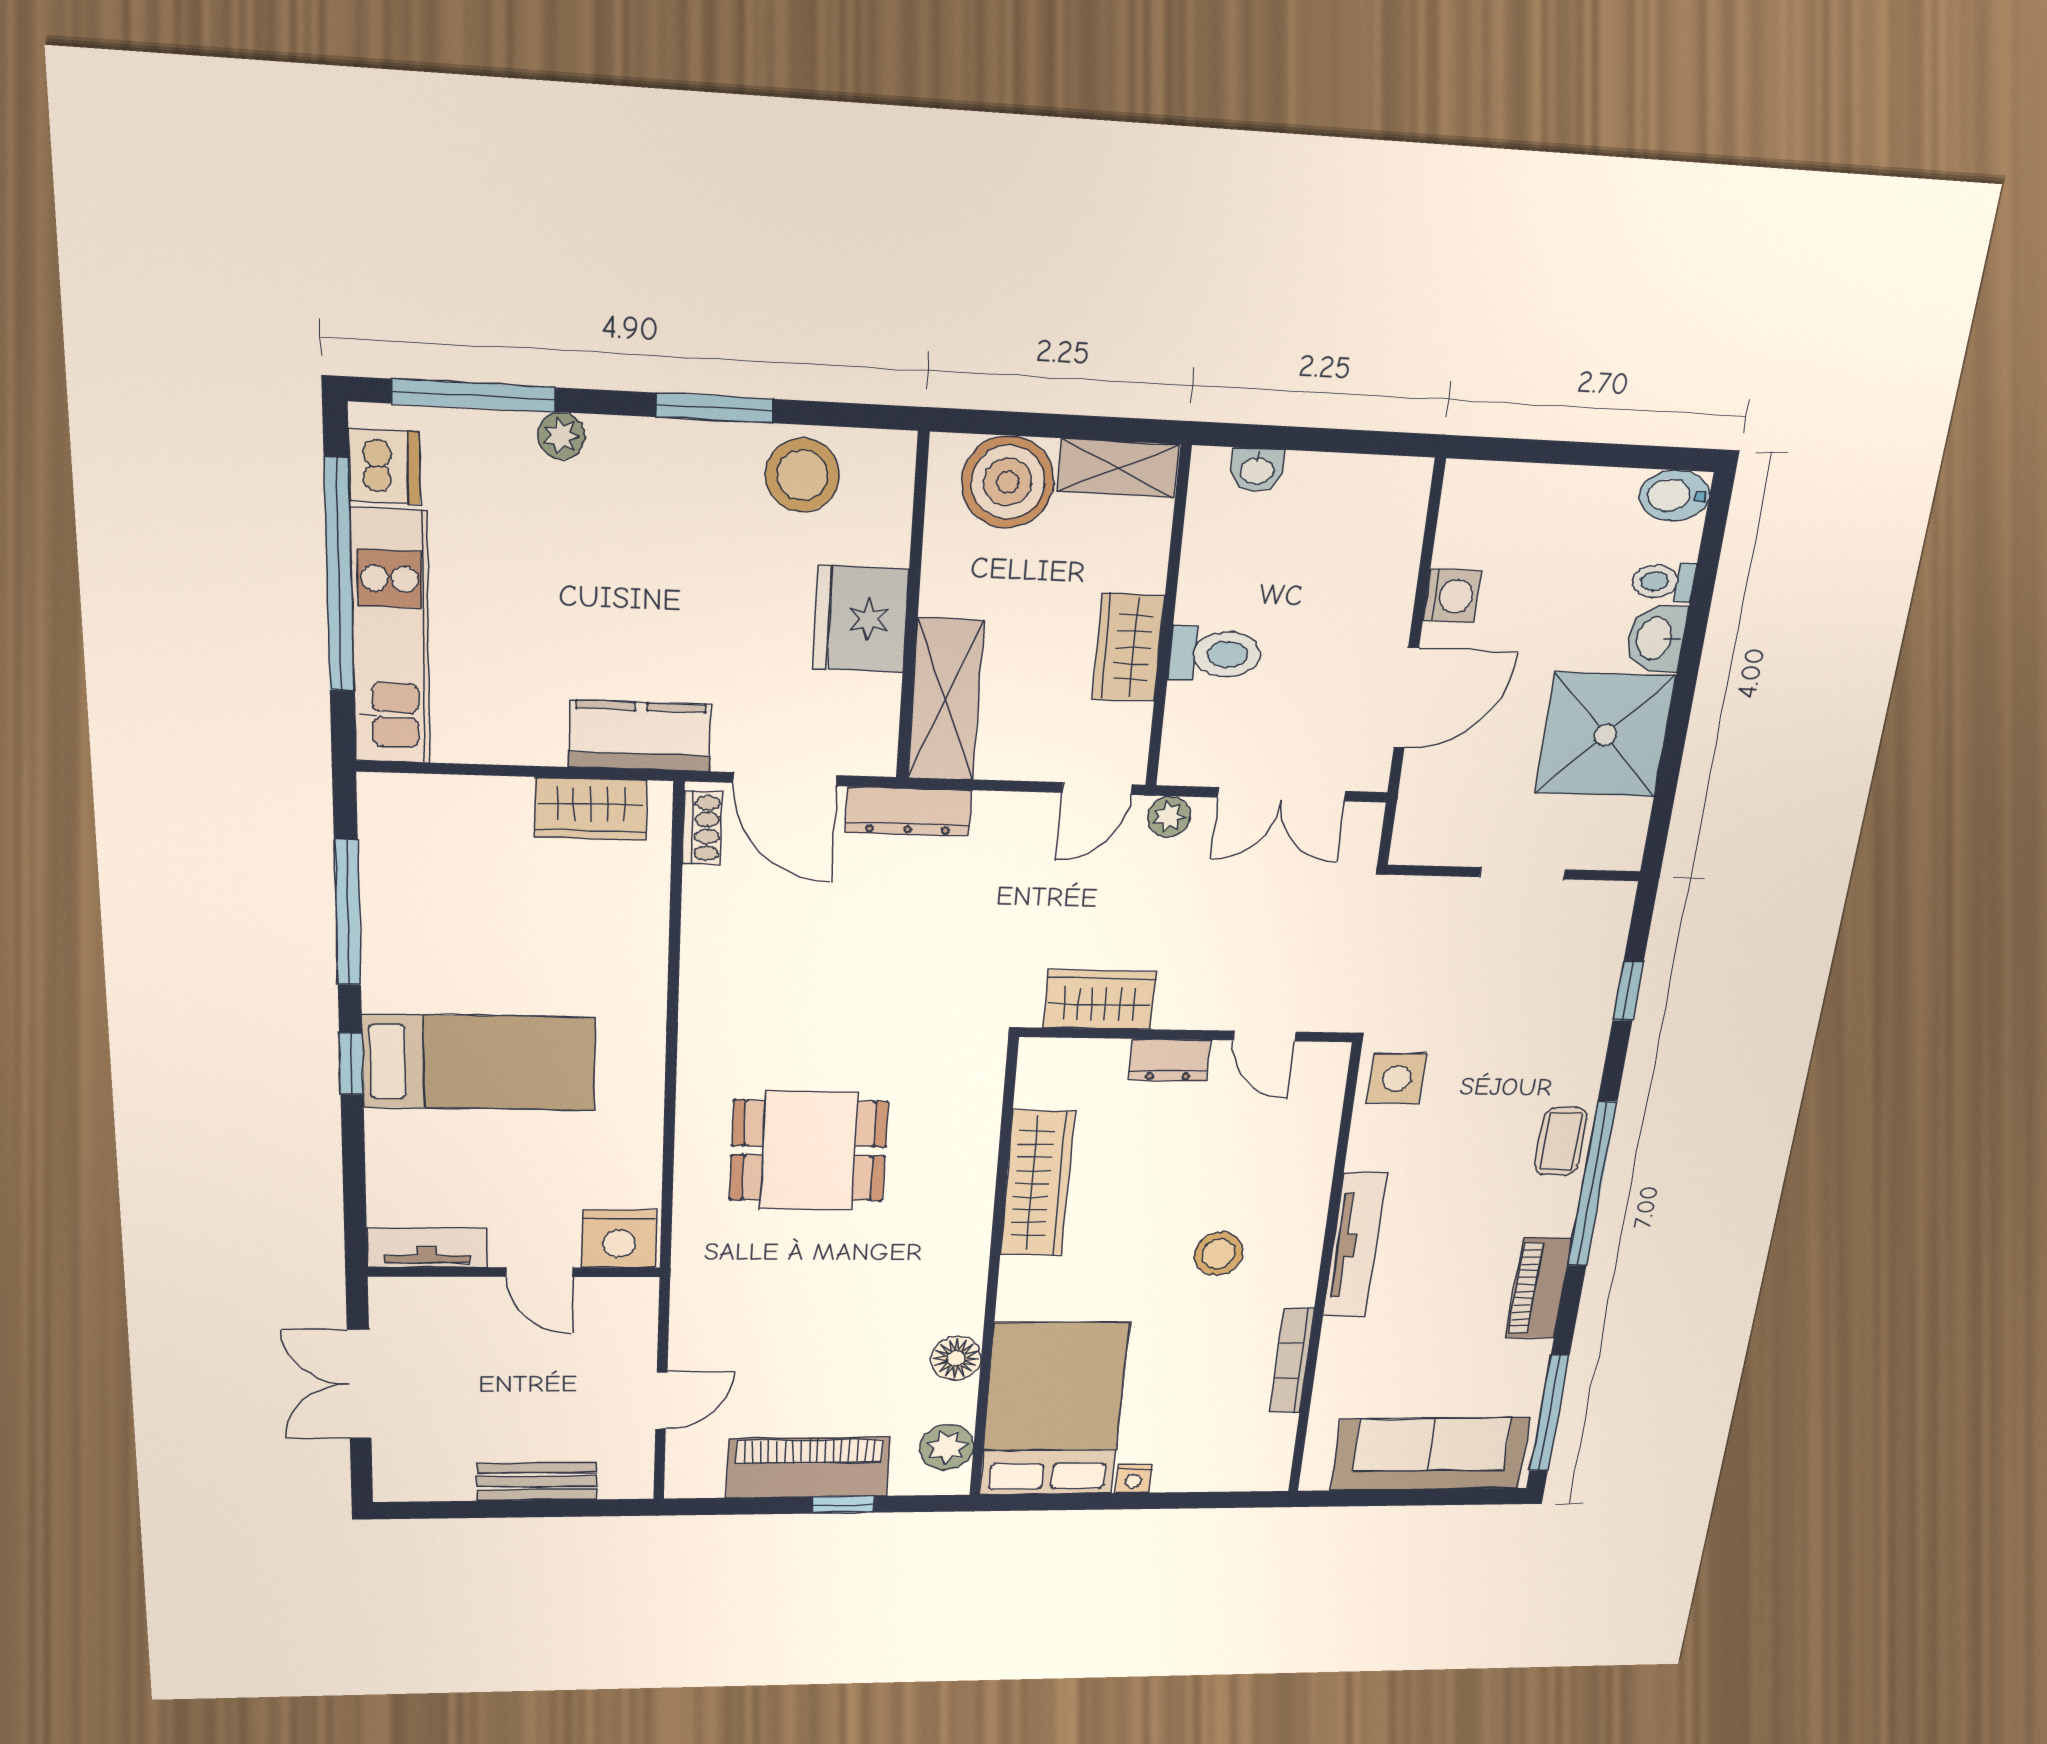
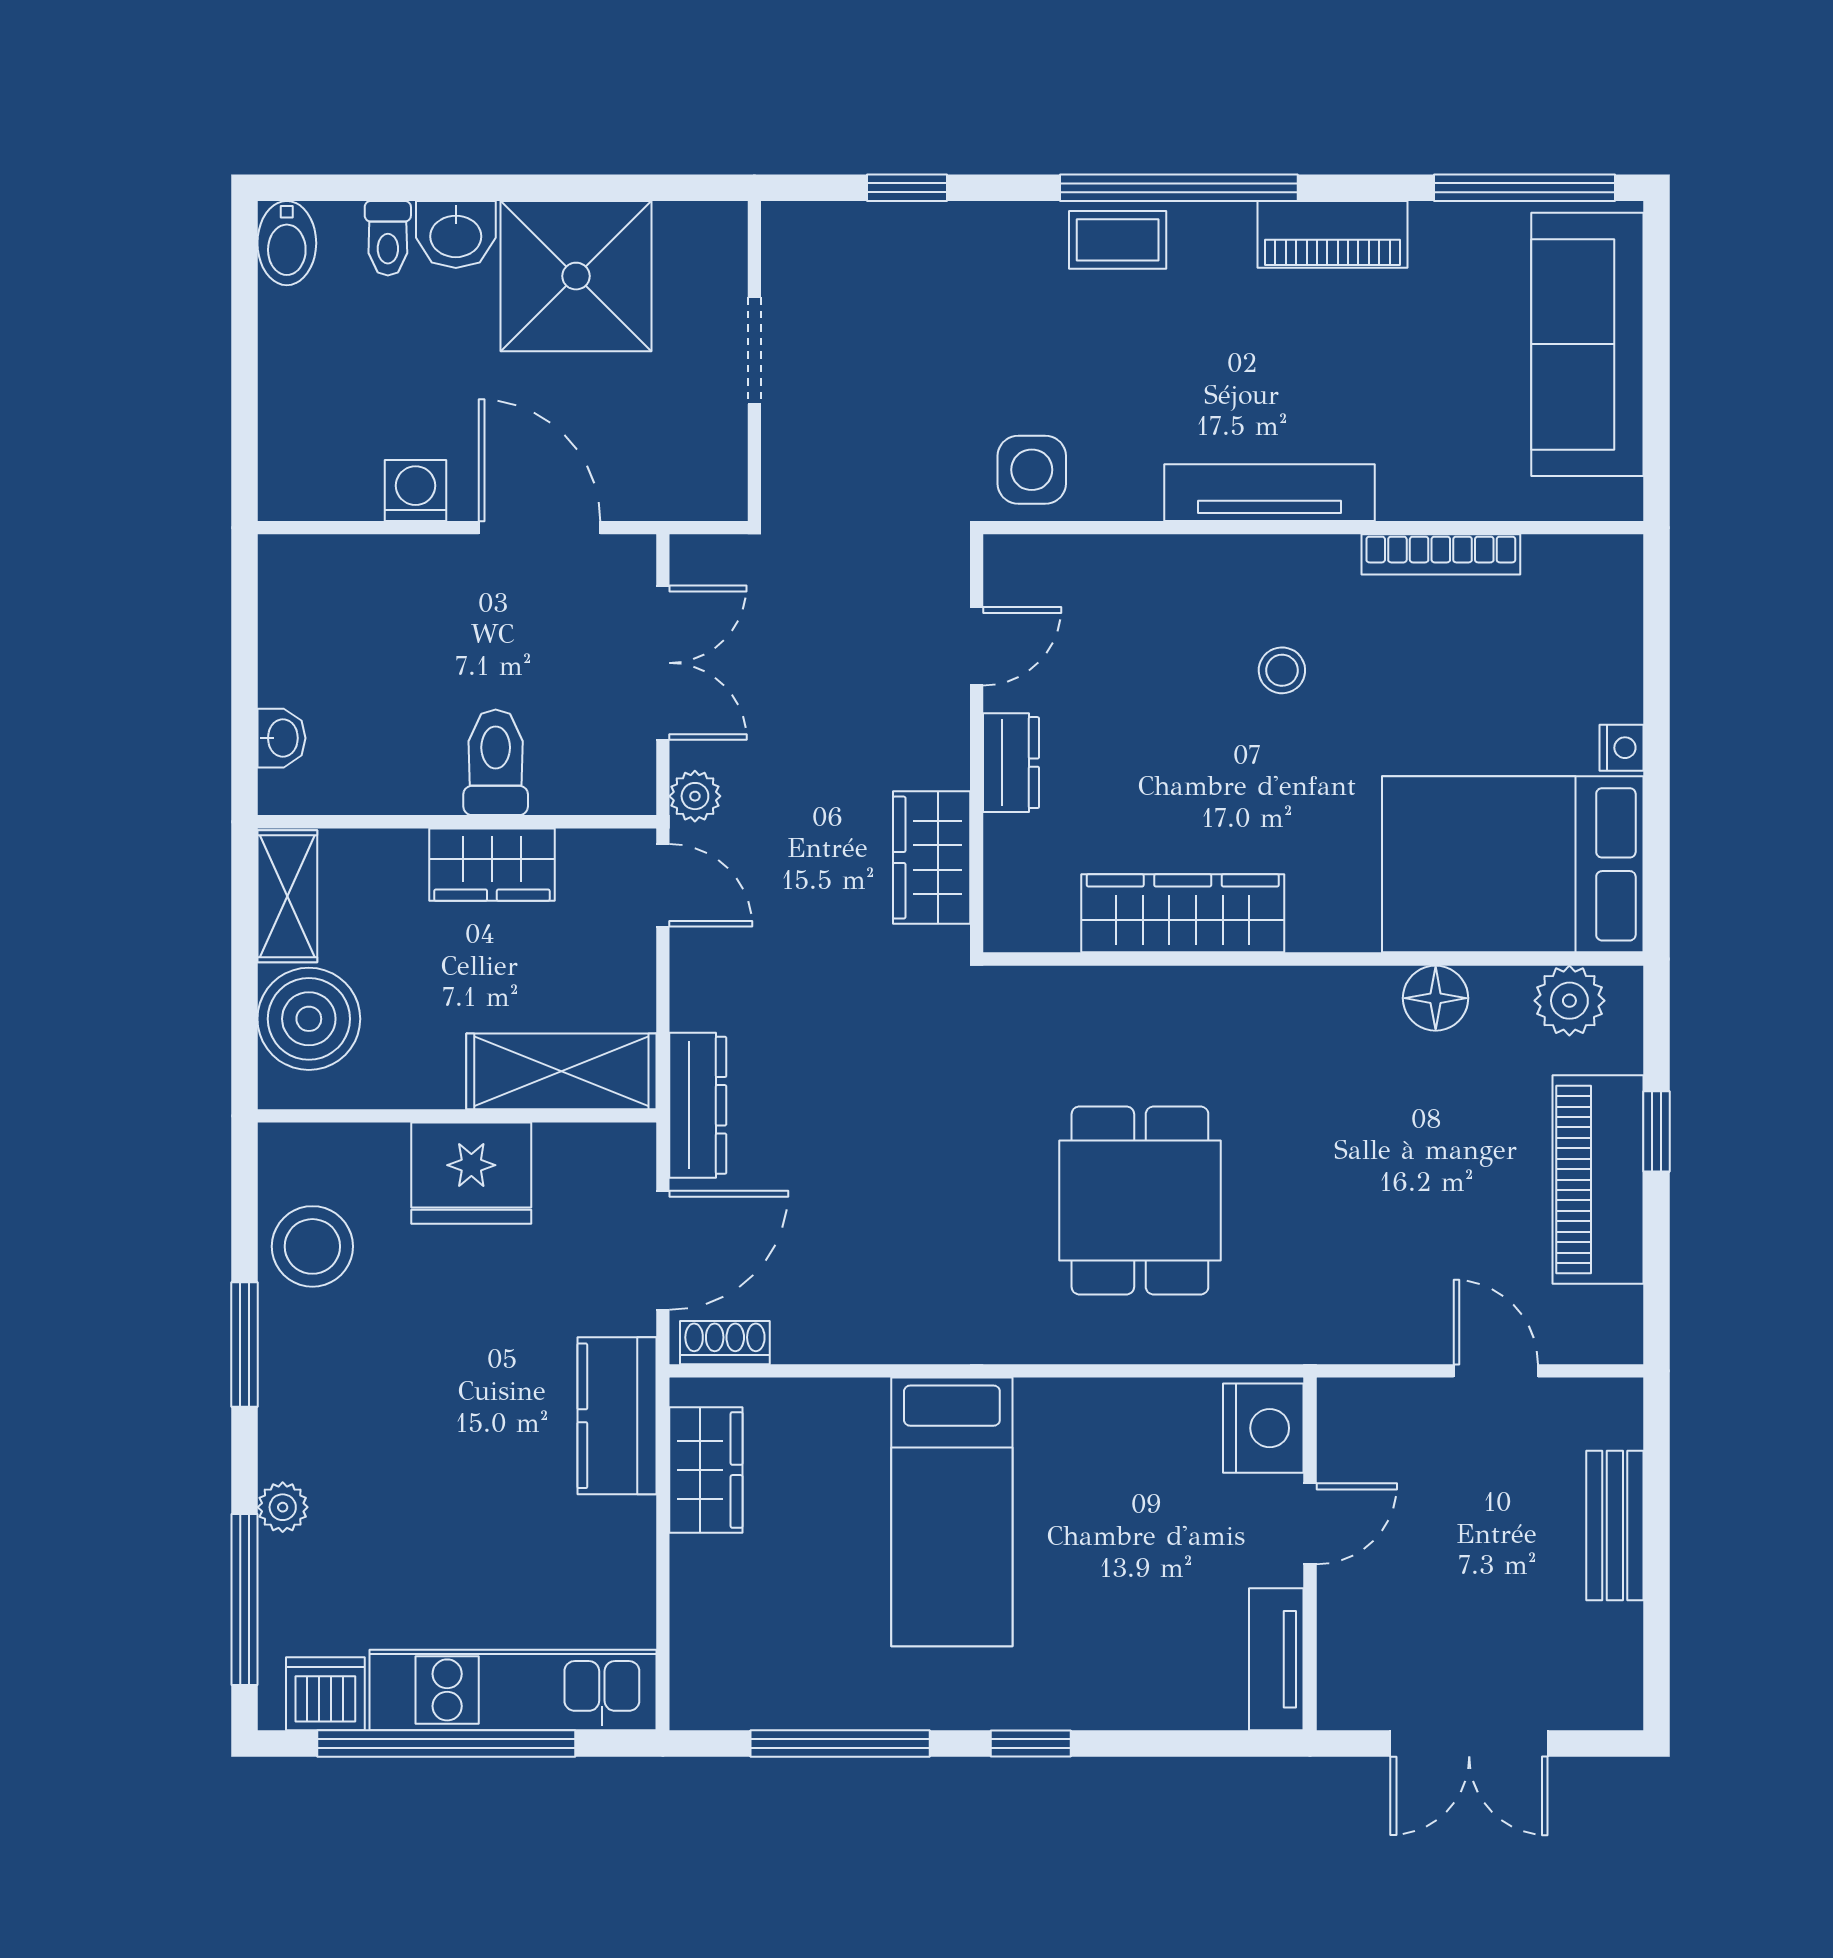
bed: (479, 1062) -> (952, 1512), moved, turned 180
stool: (1219, 1254) -> (1282, 670), width x0.73, depth x0.73

